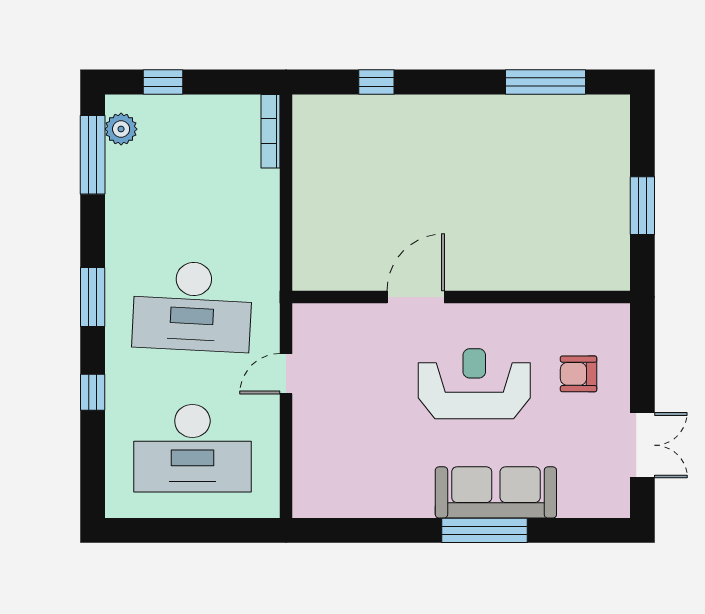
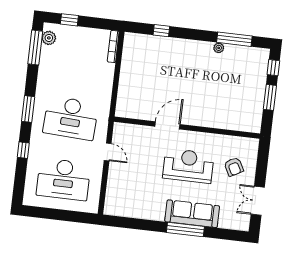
plant: (512, 106) -> (219, 48), added
window: (642, 137) -> (273, 68), added
door: (286, 374) -> (108, 152), swing flipped
armchair: (579, 374) -> (234, 167), turned -118
double door: (642, 445) -> (258, 201), swing flipped

